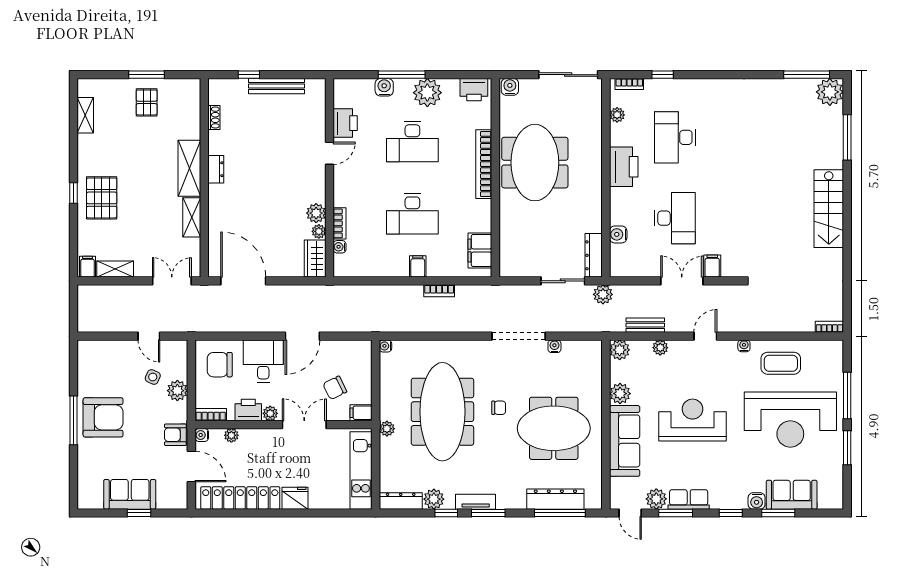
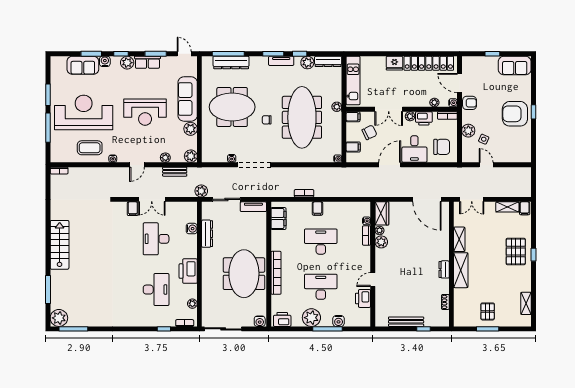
dresser: (594, 255) -> (207, 234), moved
tv unit: (520, 269) -> (253, 207), added
filing cabinet: (361, 365) -> (353, 147), added
window: (74, 420) -> (533, 112), width x0.46
sofa: (130, 494) -> (515, 66), moved
plant: (656, 499) -> (127, 63), moved

